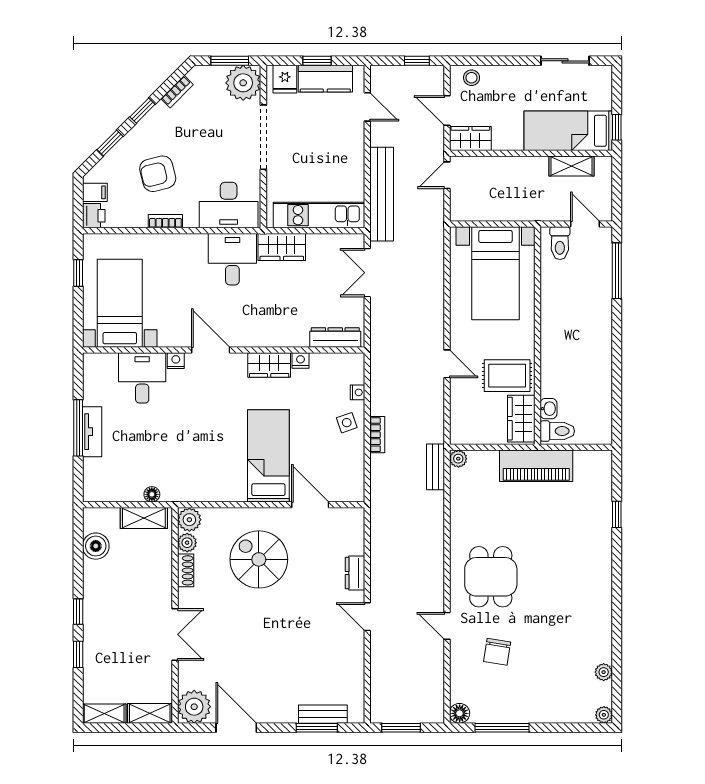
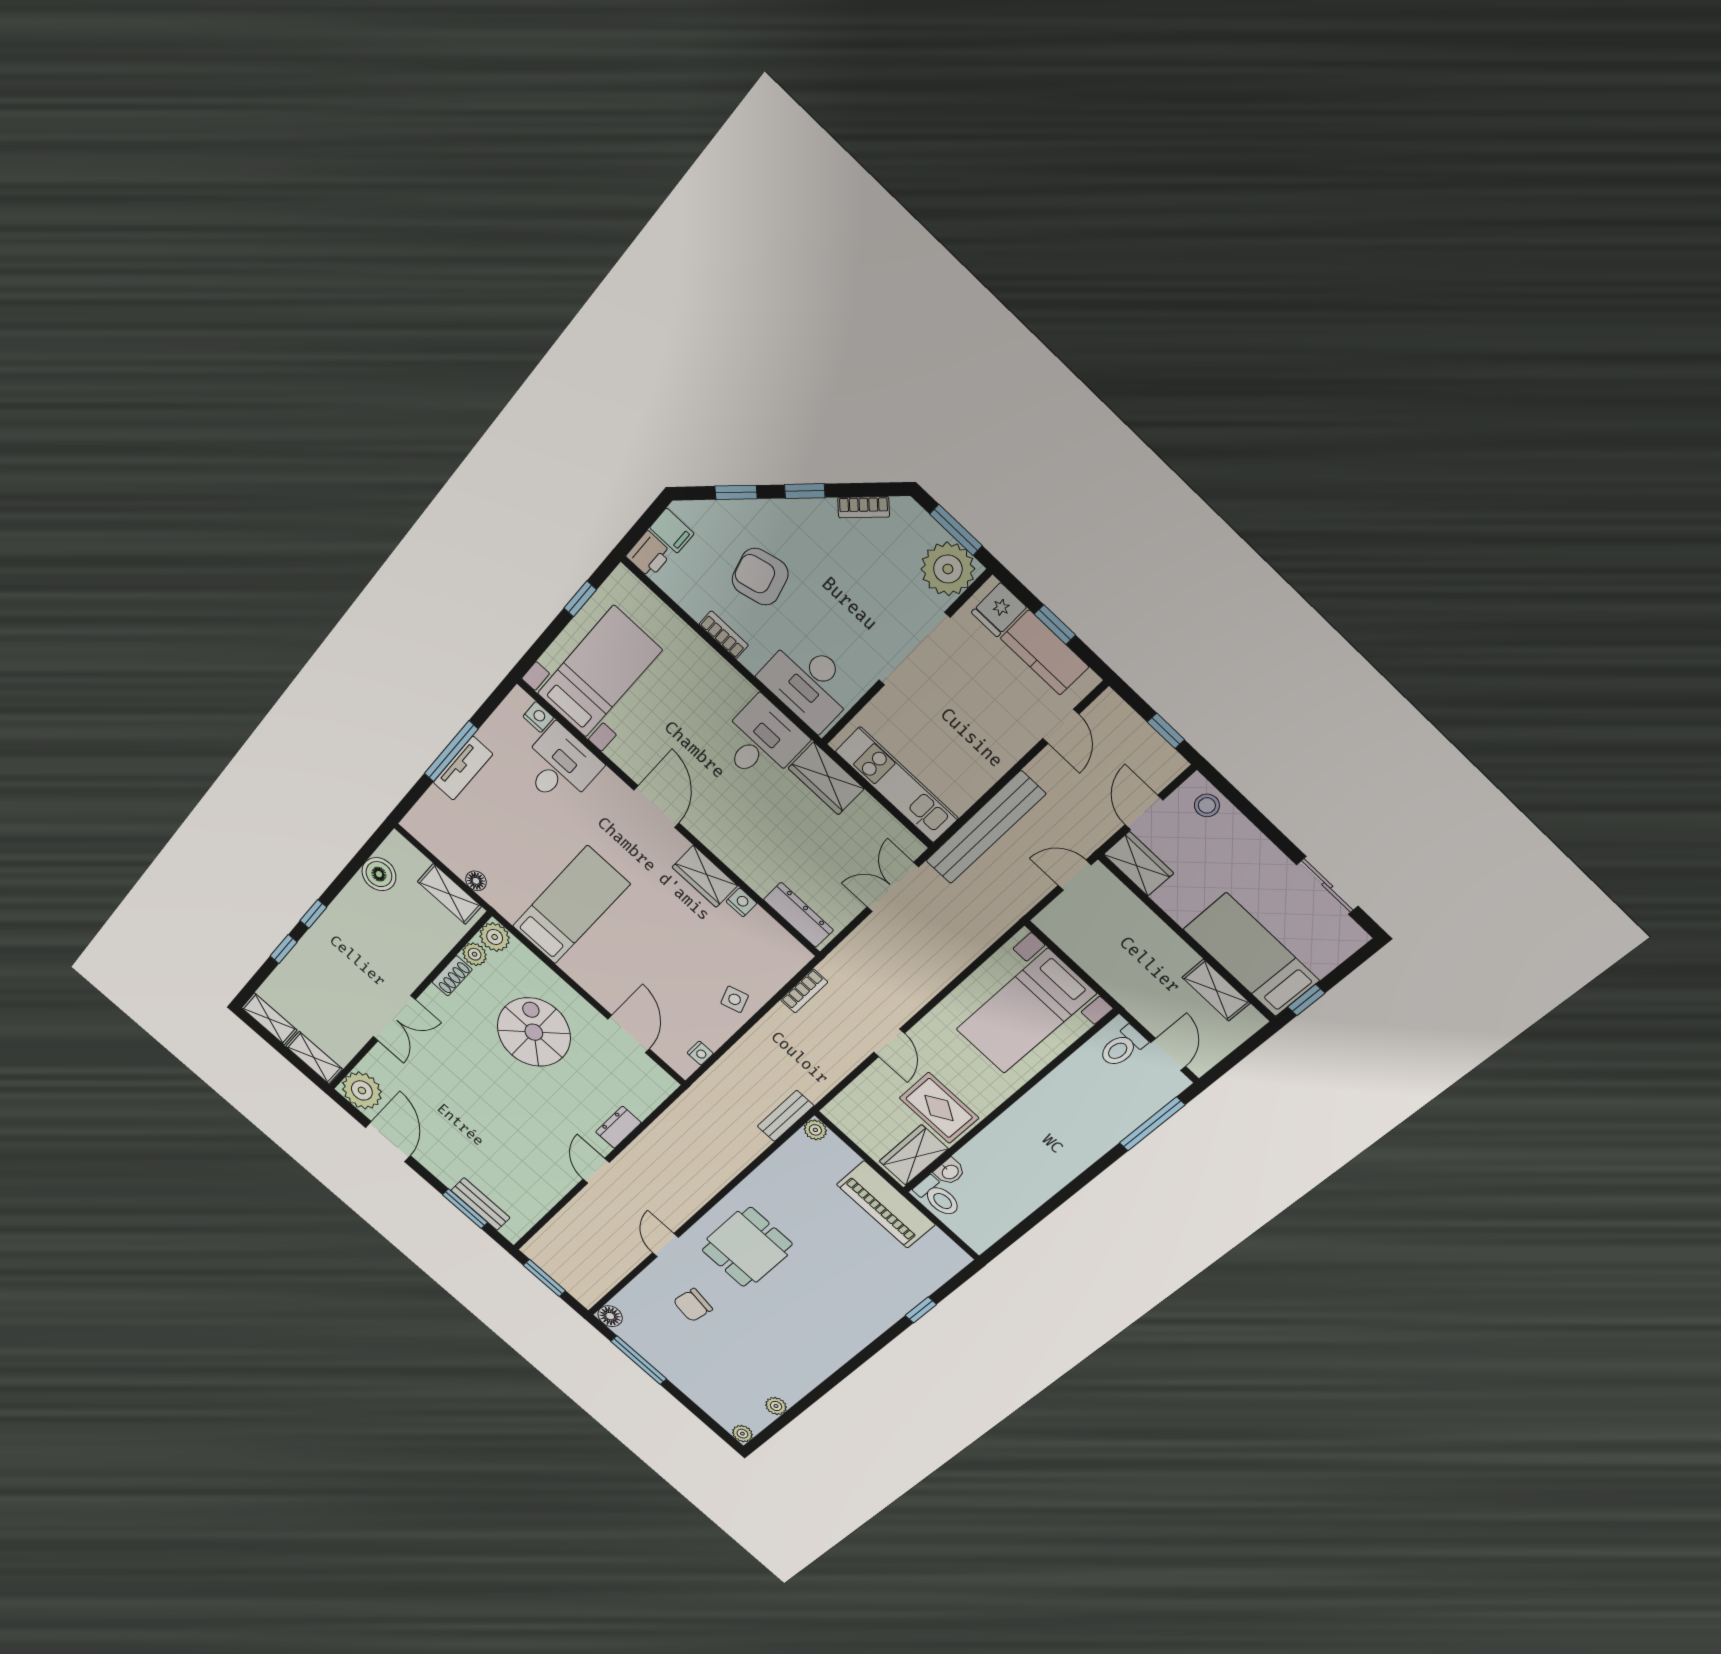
nightstand: (176, 361) -> (538, 717), moved
nightstand: (358, 392) -> (700, 1053), moved
bookcase: (377, 435) -> (804, 991), moved
bed: (268, 456) -> (571, 905), moved

